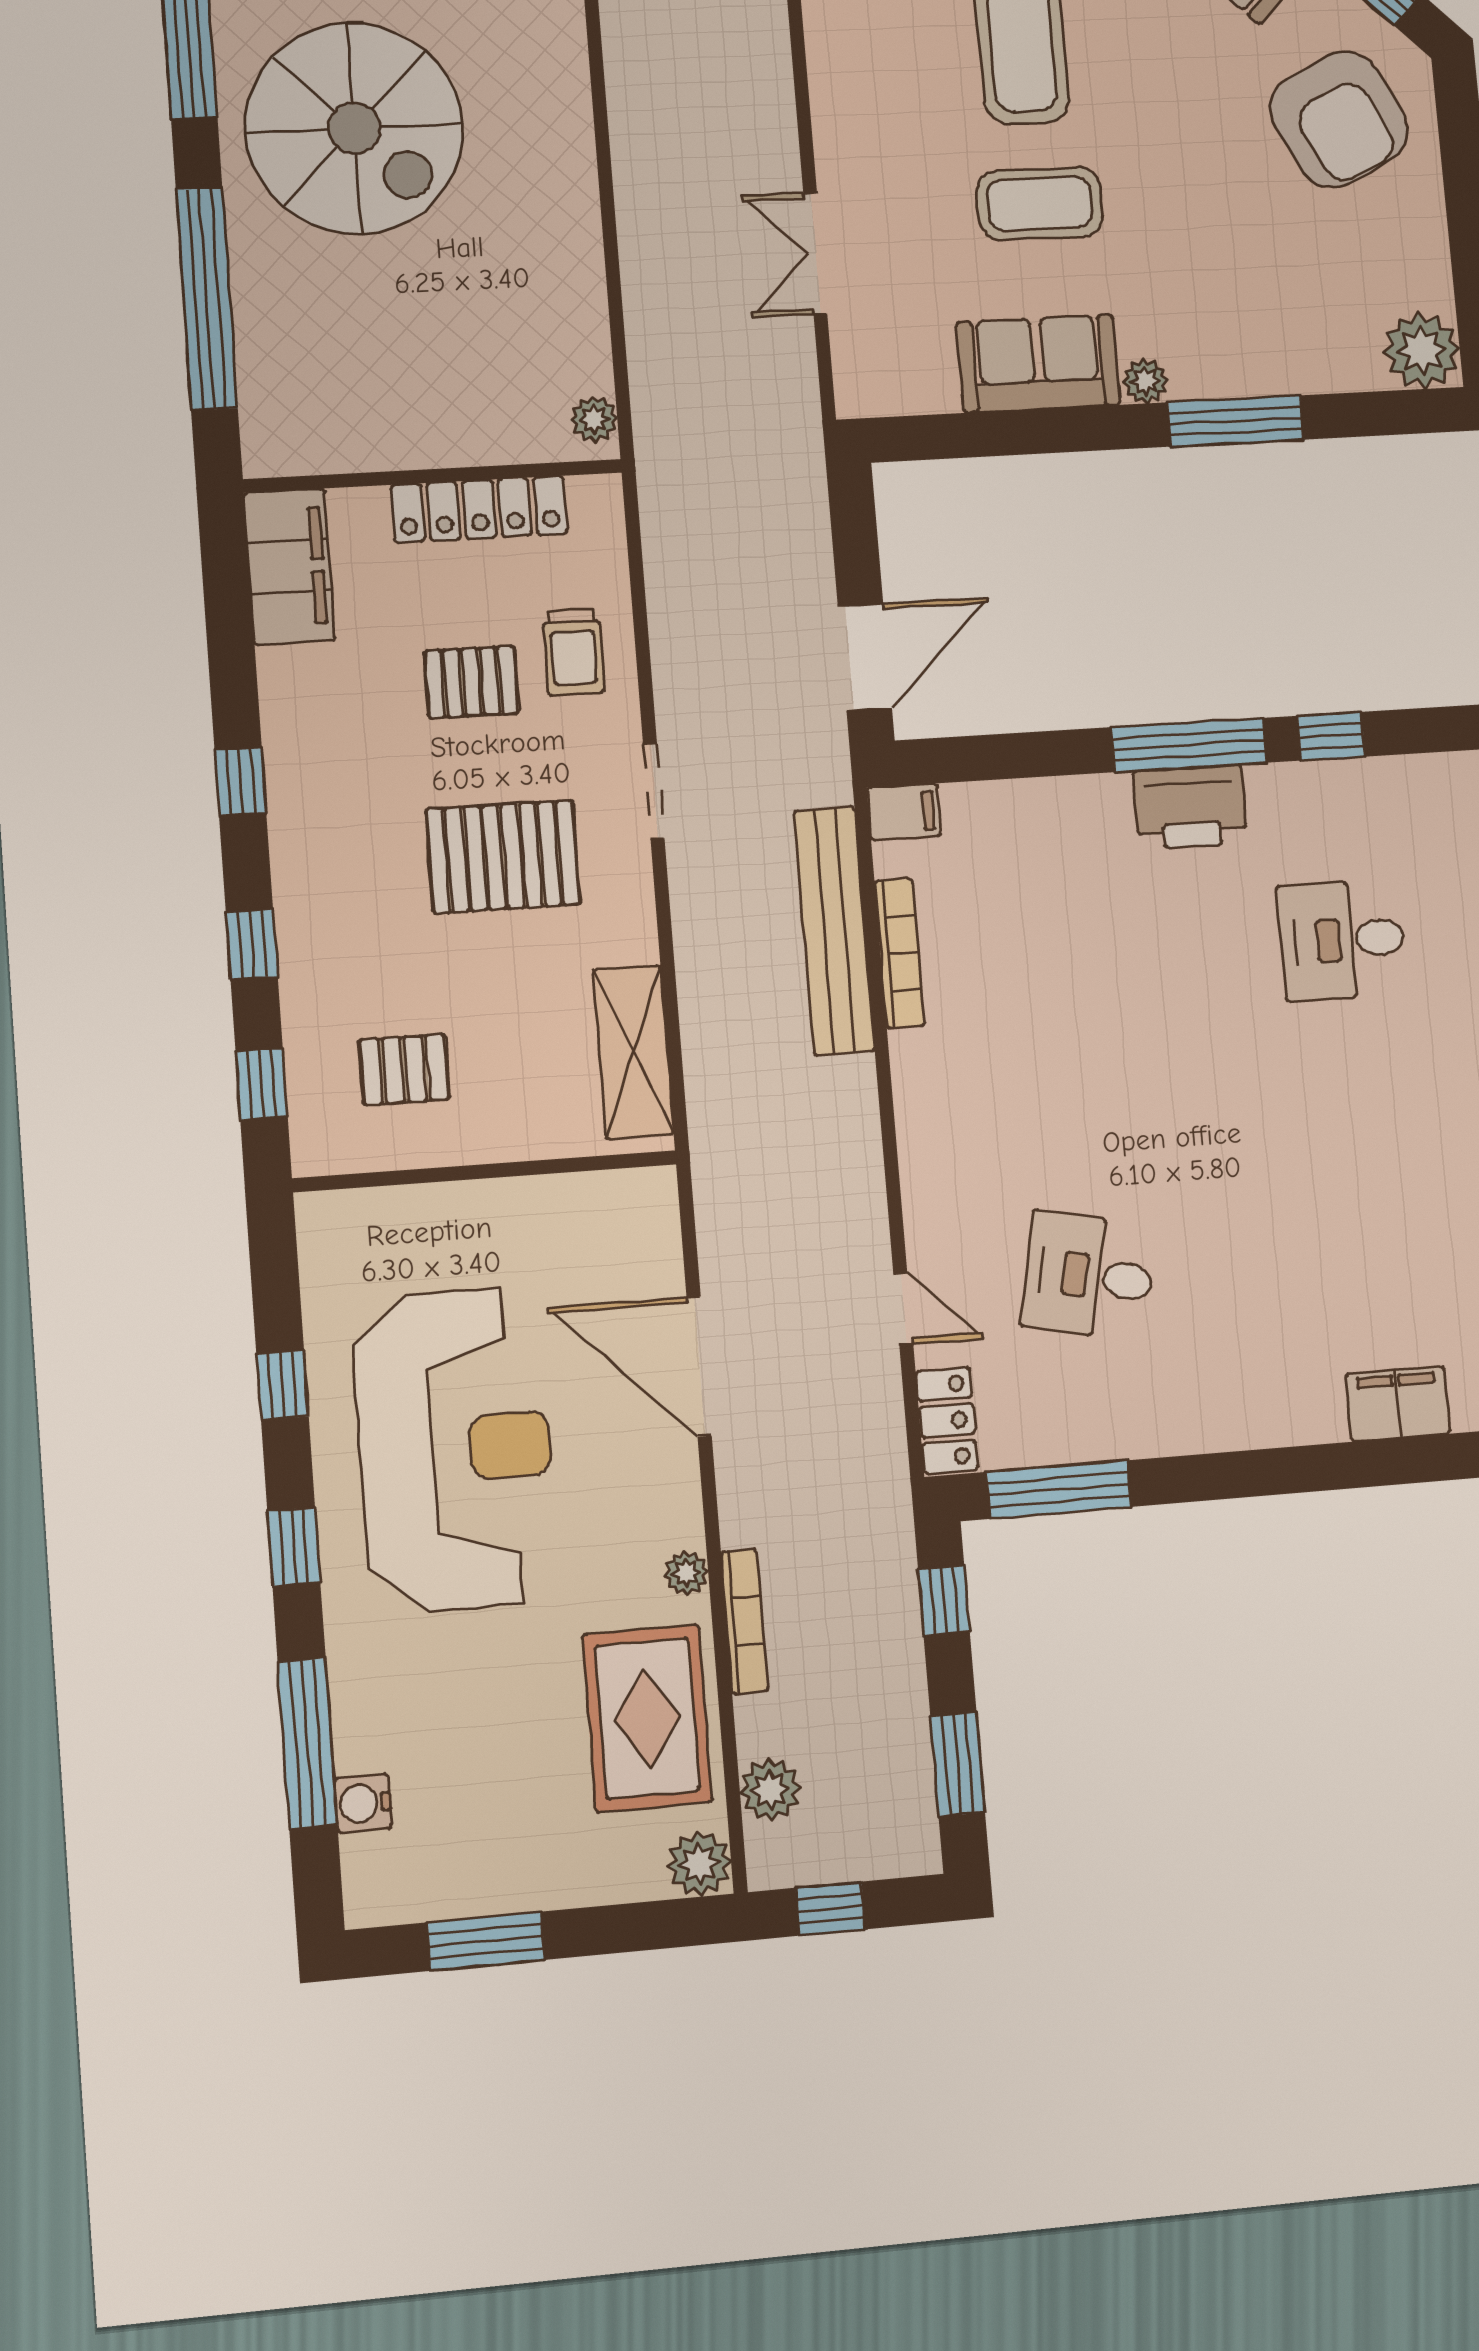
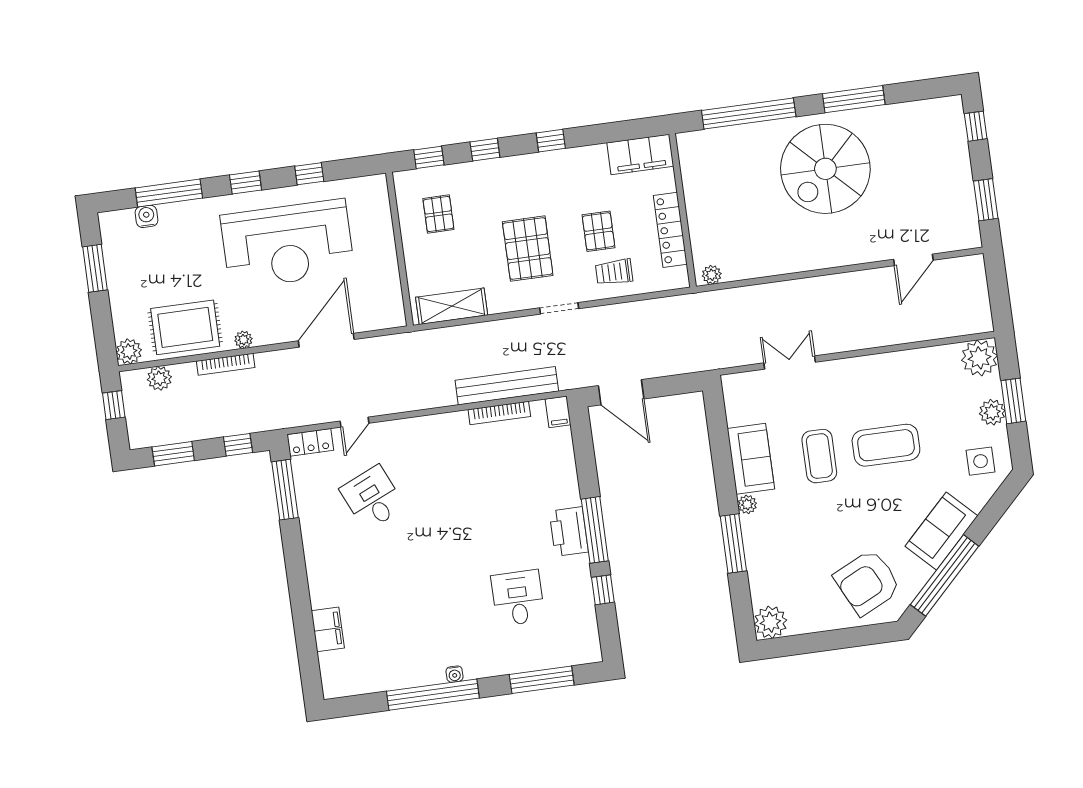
desk: (1089, 1276) -> (372, 498), turned -36

